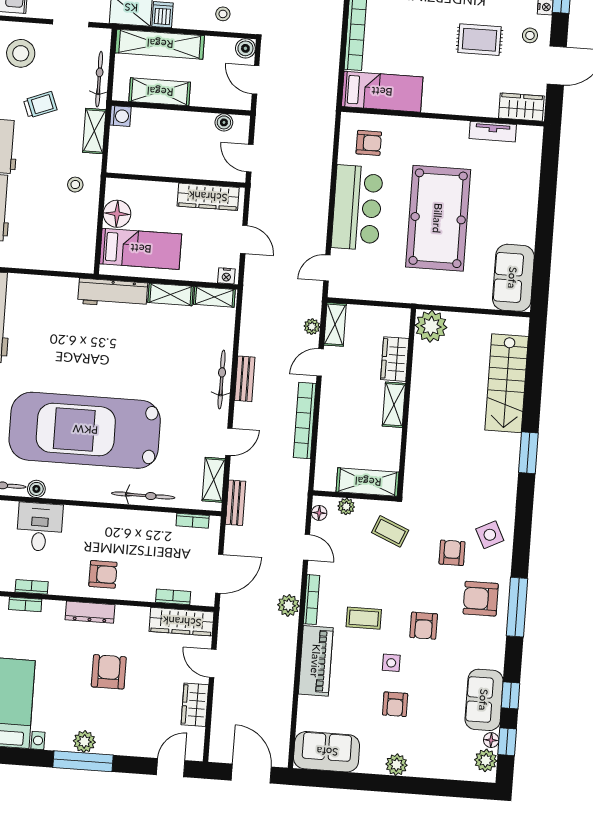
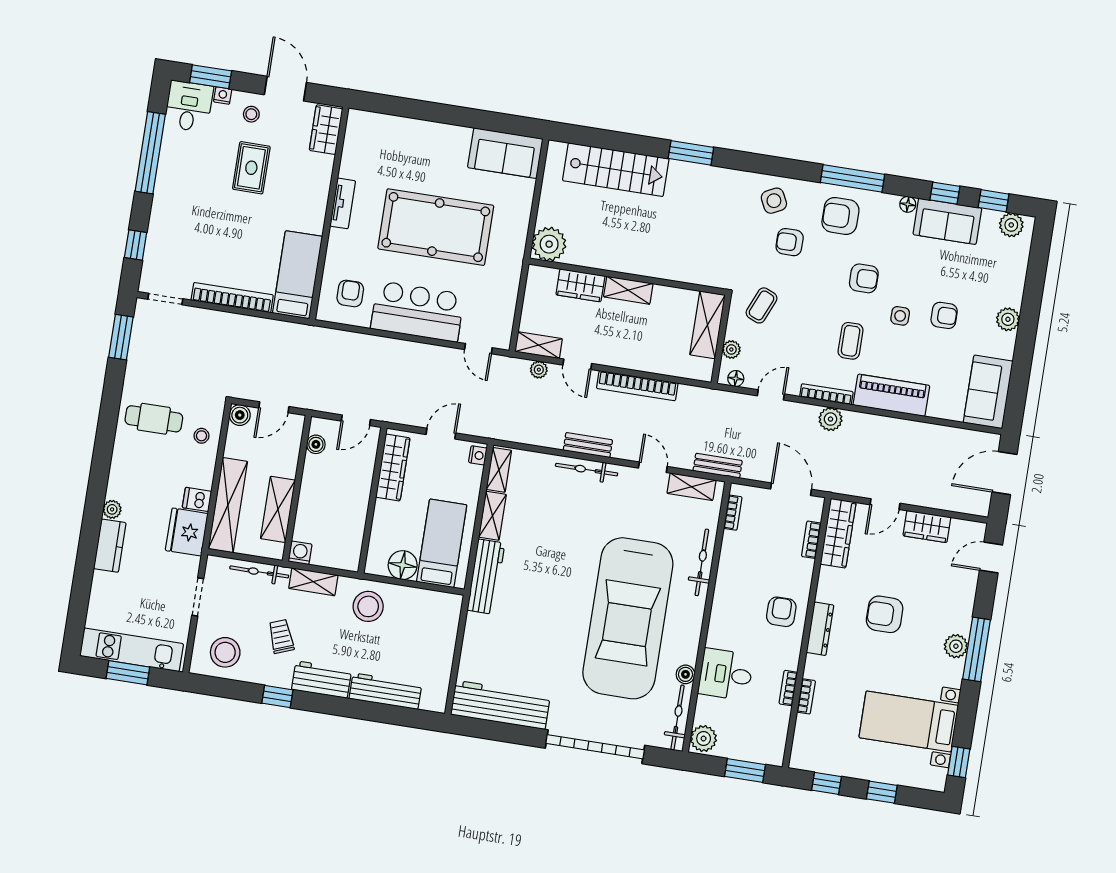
tv unit: (493, 132) -> (343, 203), moved
stool: (75, 185) -> (368, 606), width x1.89, depth x1.89
armchair: (481, 599) -> (840, 216), turned 90
floor lamp: (491, 740) -> (908, 204), moved
door: (171, 768) -> (991, 558), hinge flipped

